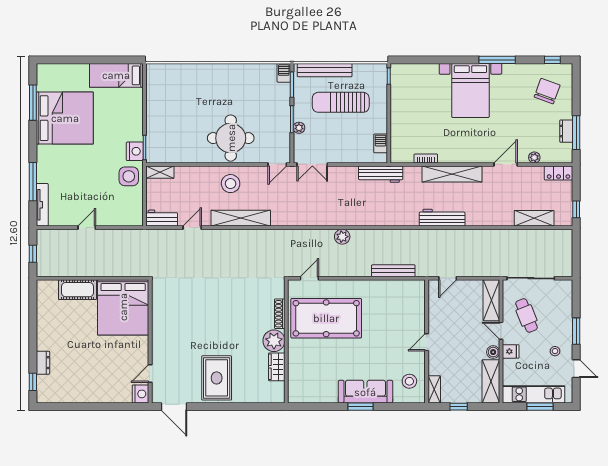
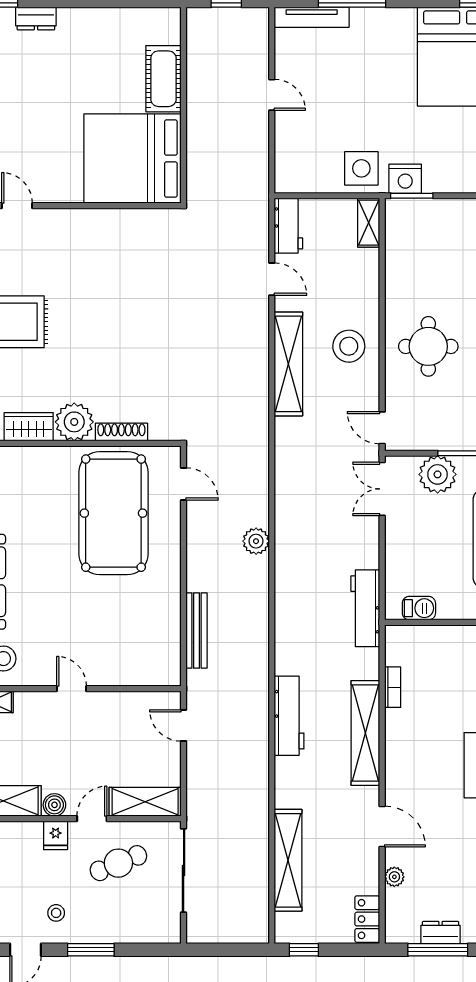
plant: (299, 128) -> (438, 474), width x1.88, depth x1.88
round table: (231, 138) -> (428, 346), width x0.73, depth x0.73
shelving: (534, 218) -> (288, 860), width x1.47

